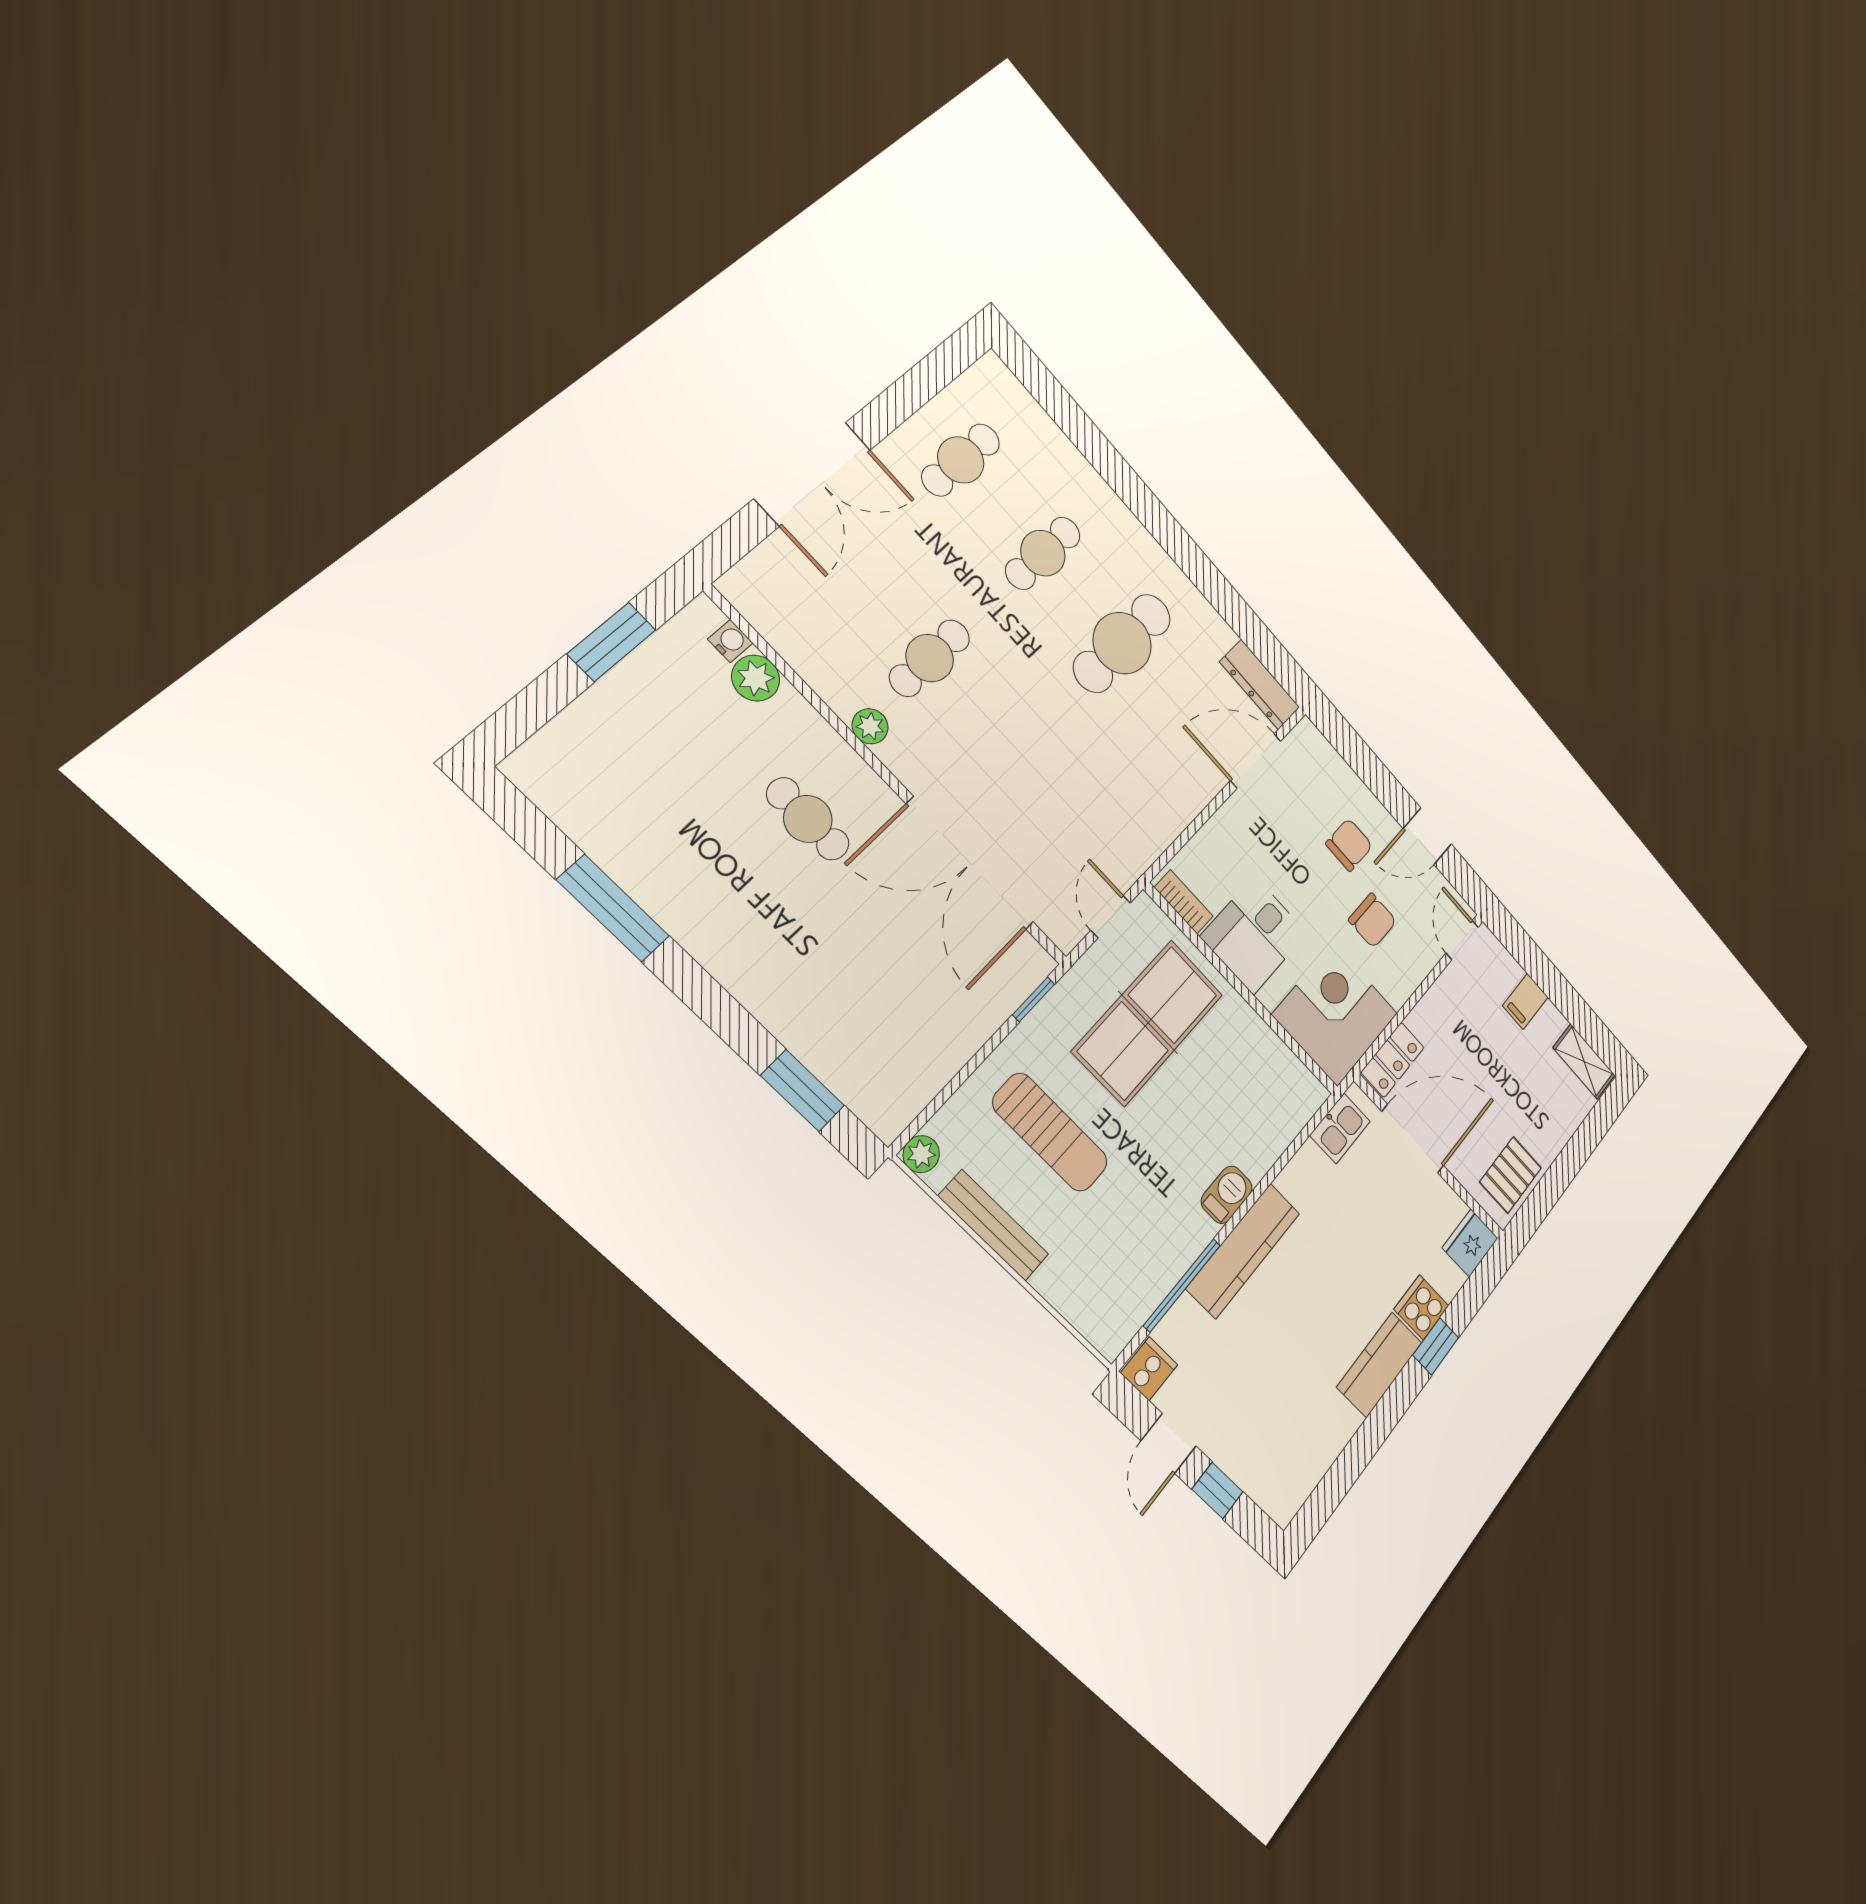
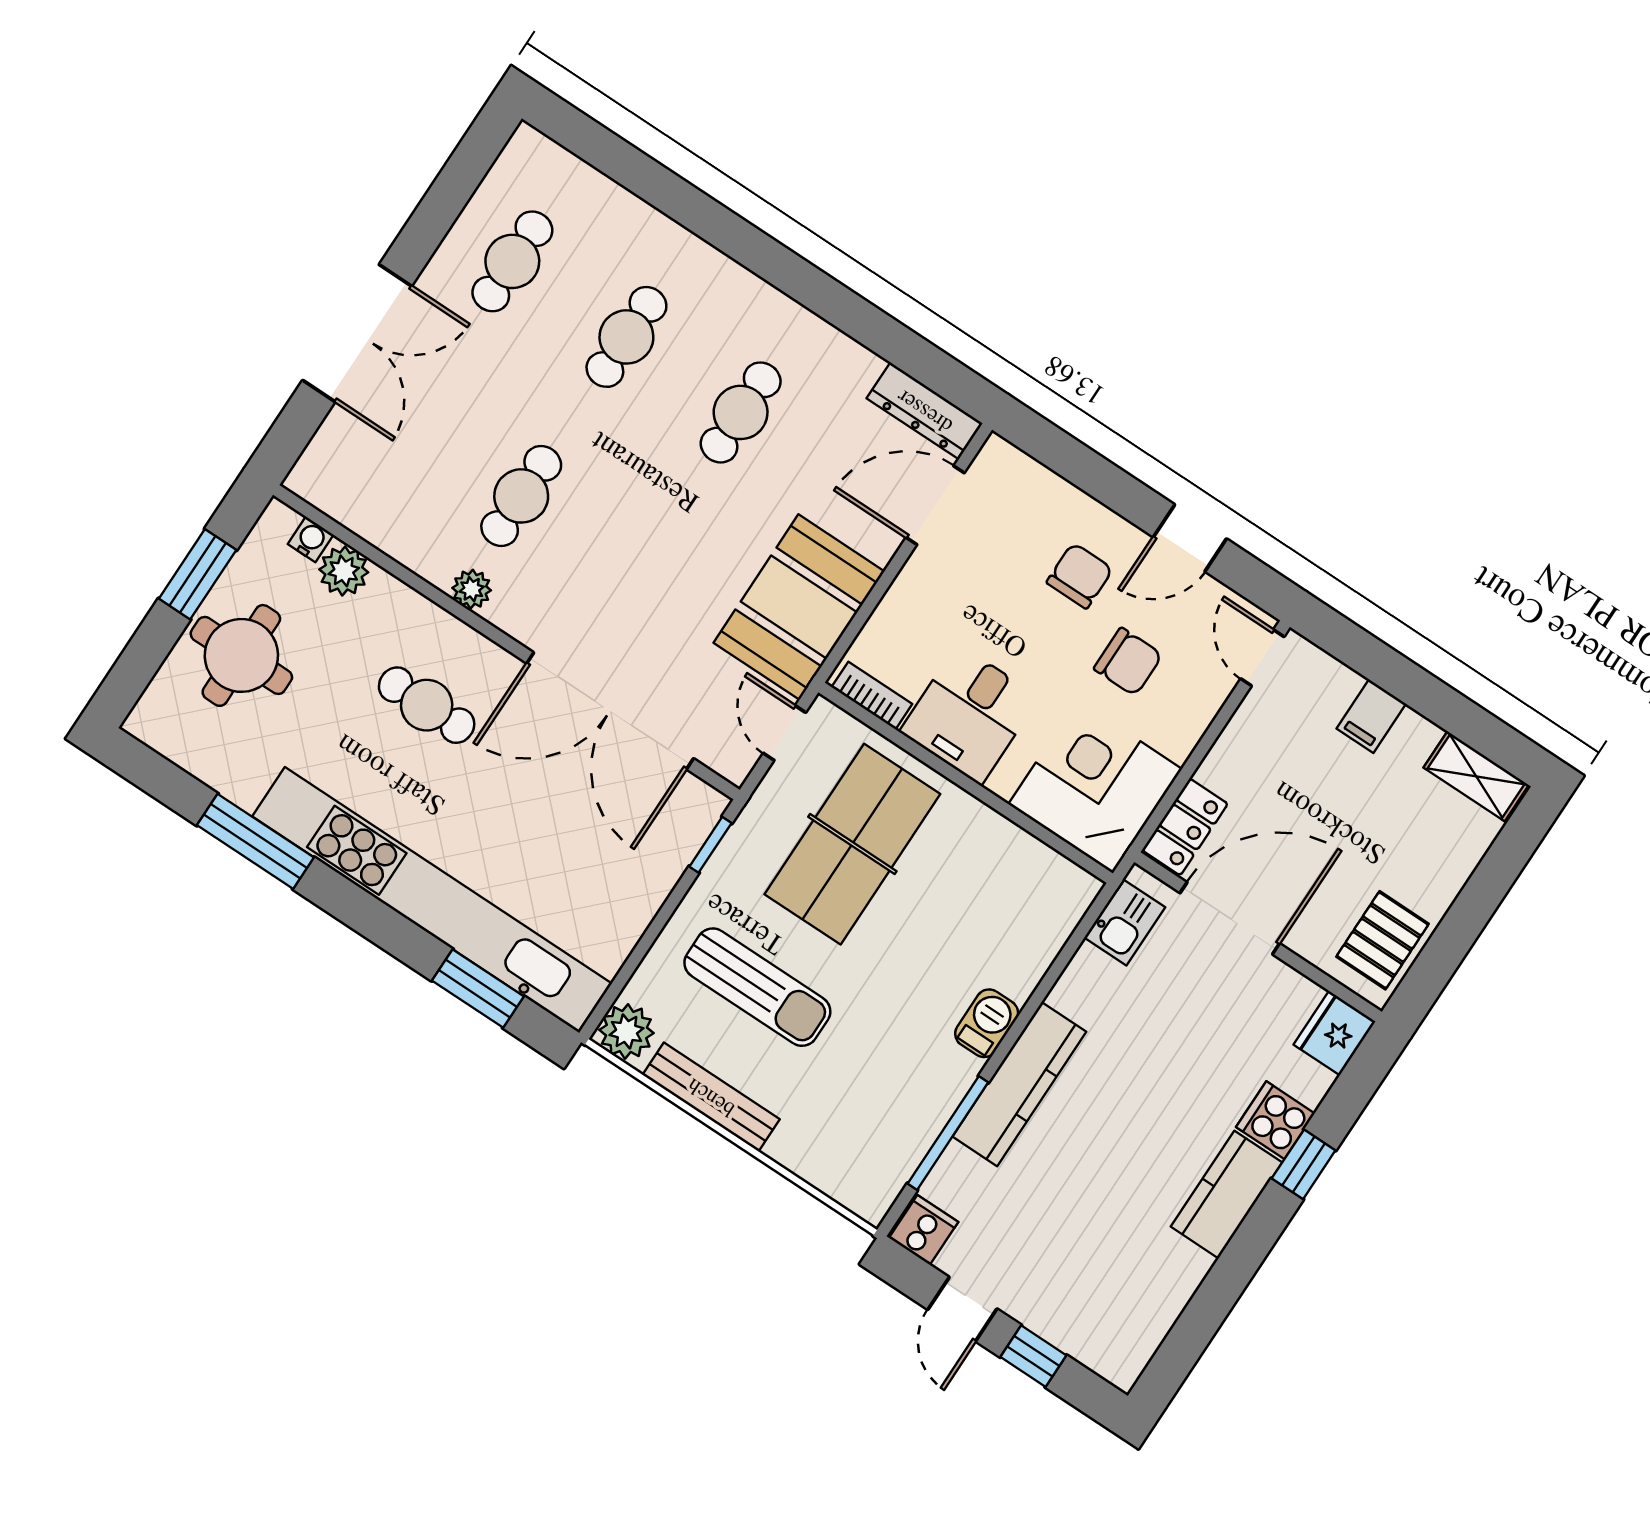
cafe table: (1122, 643) -> (741, 412), width x0.73, depth x0.74
round table: (639, 729) -> (241, 655), added
booth: (1140, 815) -> (799, 607), added
kitchen unit: (776, 999) -> (432, 900), added
plant: (921, 1154) -> (626, 1032), width x1.38, depth x1.38

